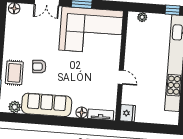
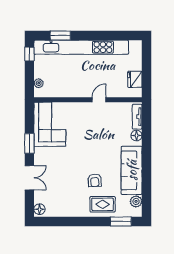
corner sofa: (91, 31) -> (50, 124), width x0.73, depth x0.74
fridge: (128, 113) -> (135, 79), moved, turned -90

